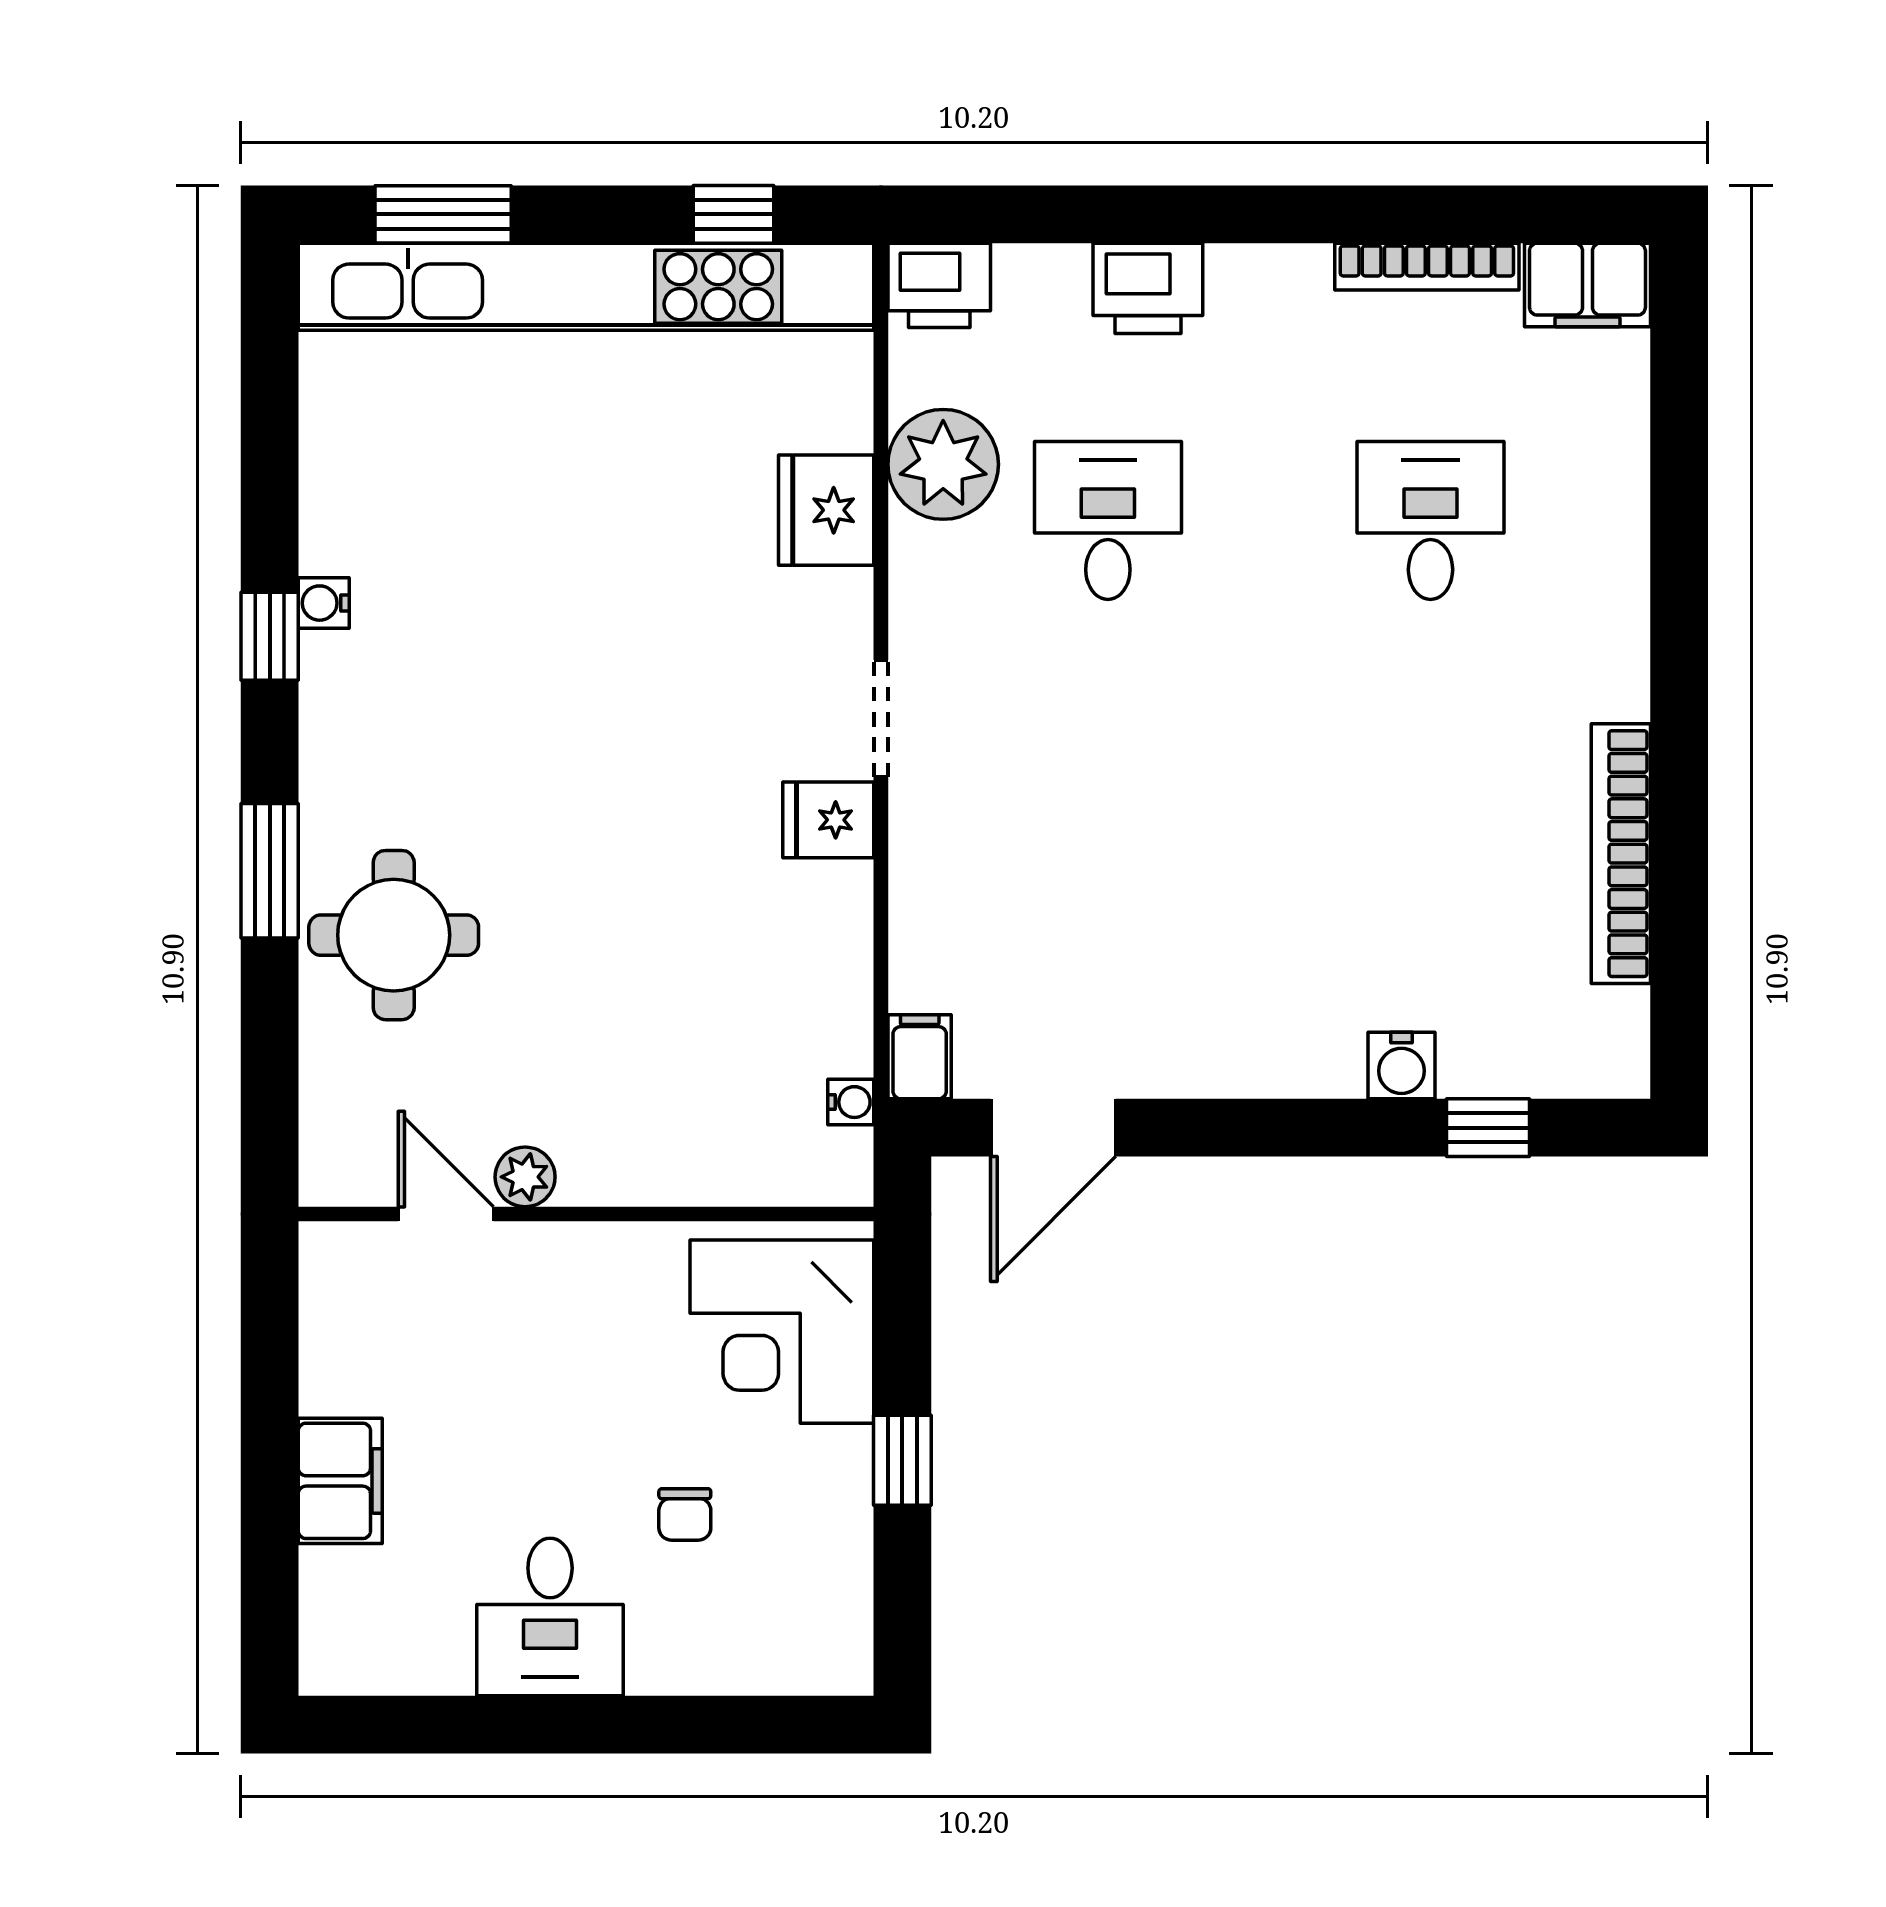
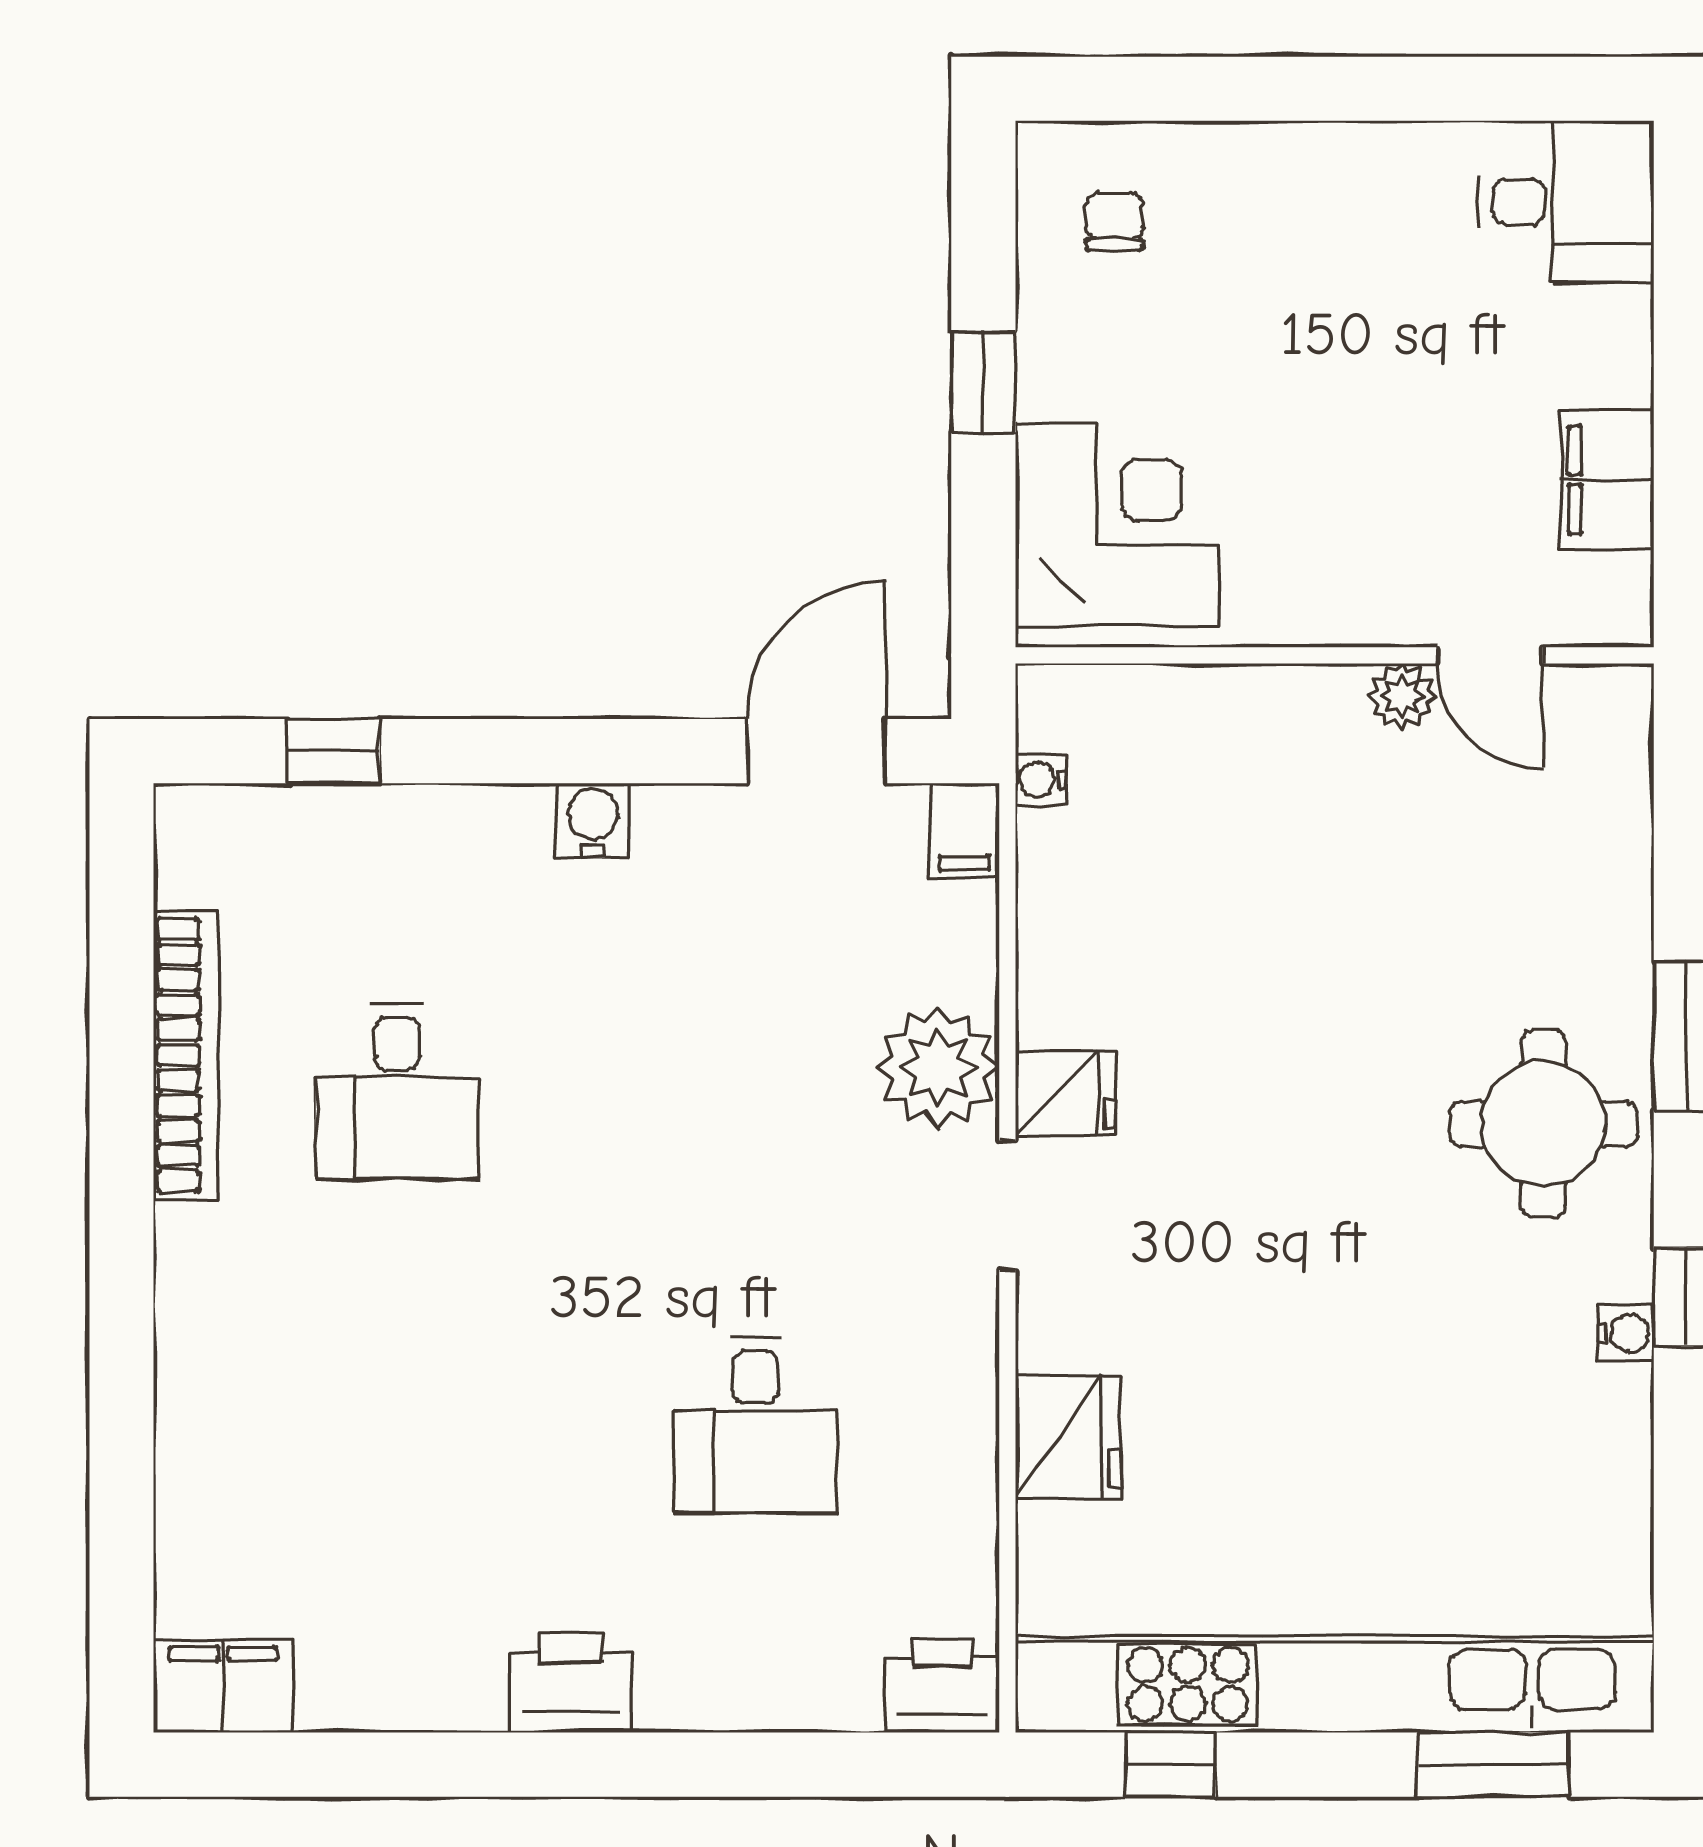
bookcase: (1427, 267) -> (401, 1707), removed
printer: (1148, 288) -> (571, 1682), moved
plant: (943, 464) -> (938, 1068), moved
desk: (1430, 521) -> (397, 1091), moved
round table: (394, 935) -> (1543, 1124), moved
water cooler: (1401, 1066) -> (593, 820), moved
filing cabinet: (340, 1481) -> (1607, 480), moved
chair: (685, 1514) -> (1114, 221), moved
desk: (550, 1617) -> (1566, 202), moved, turned 90

